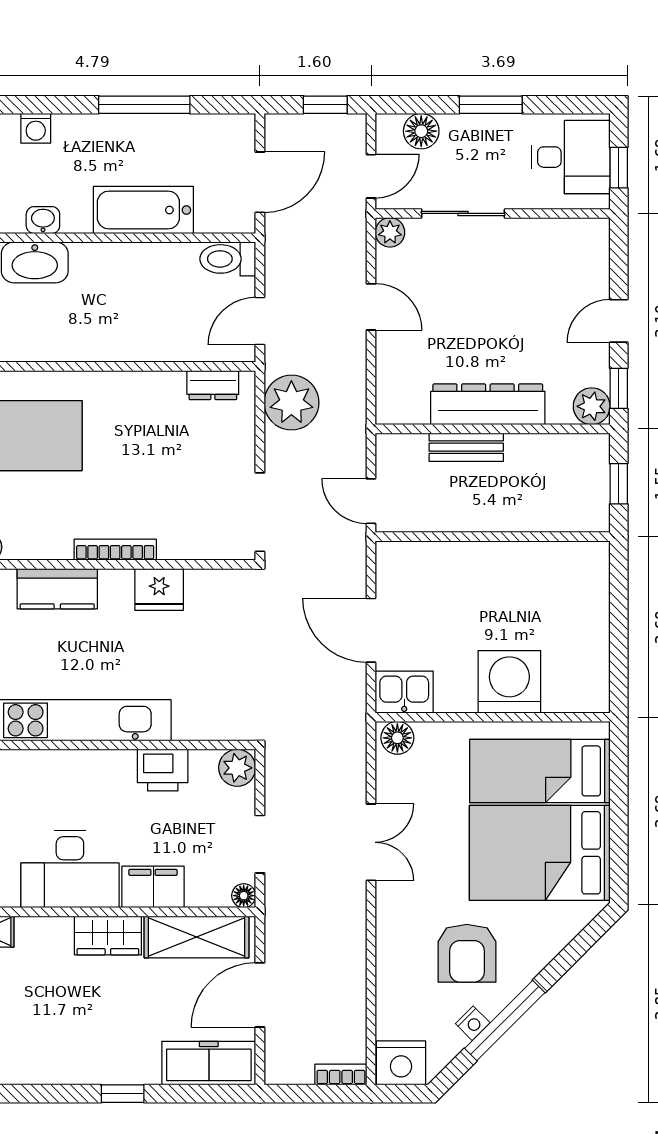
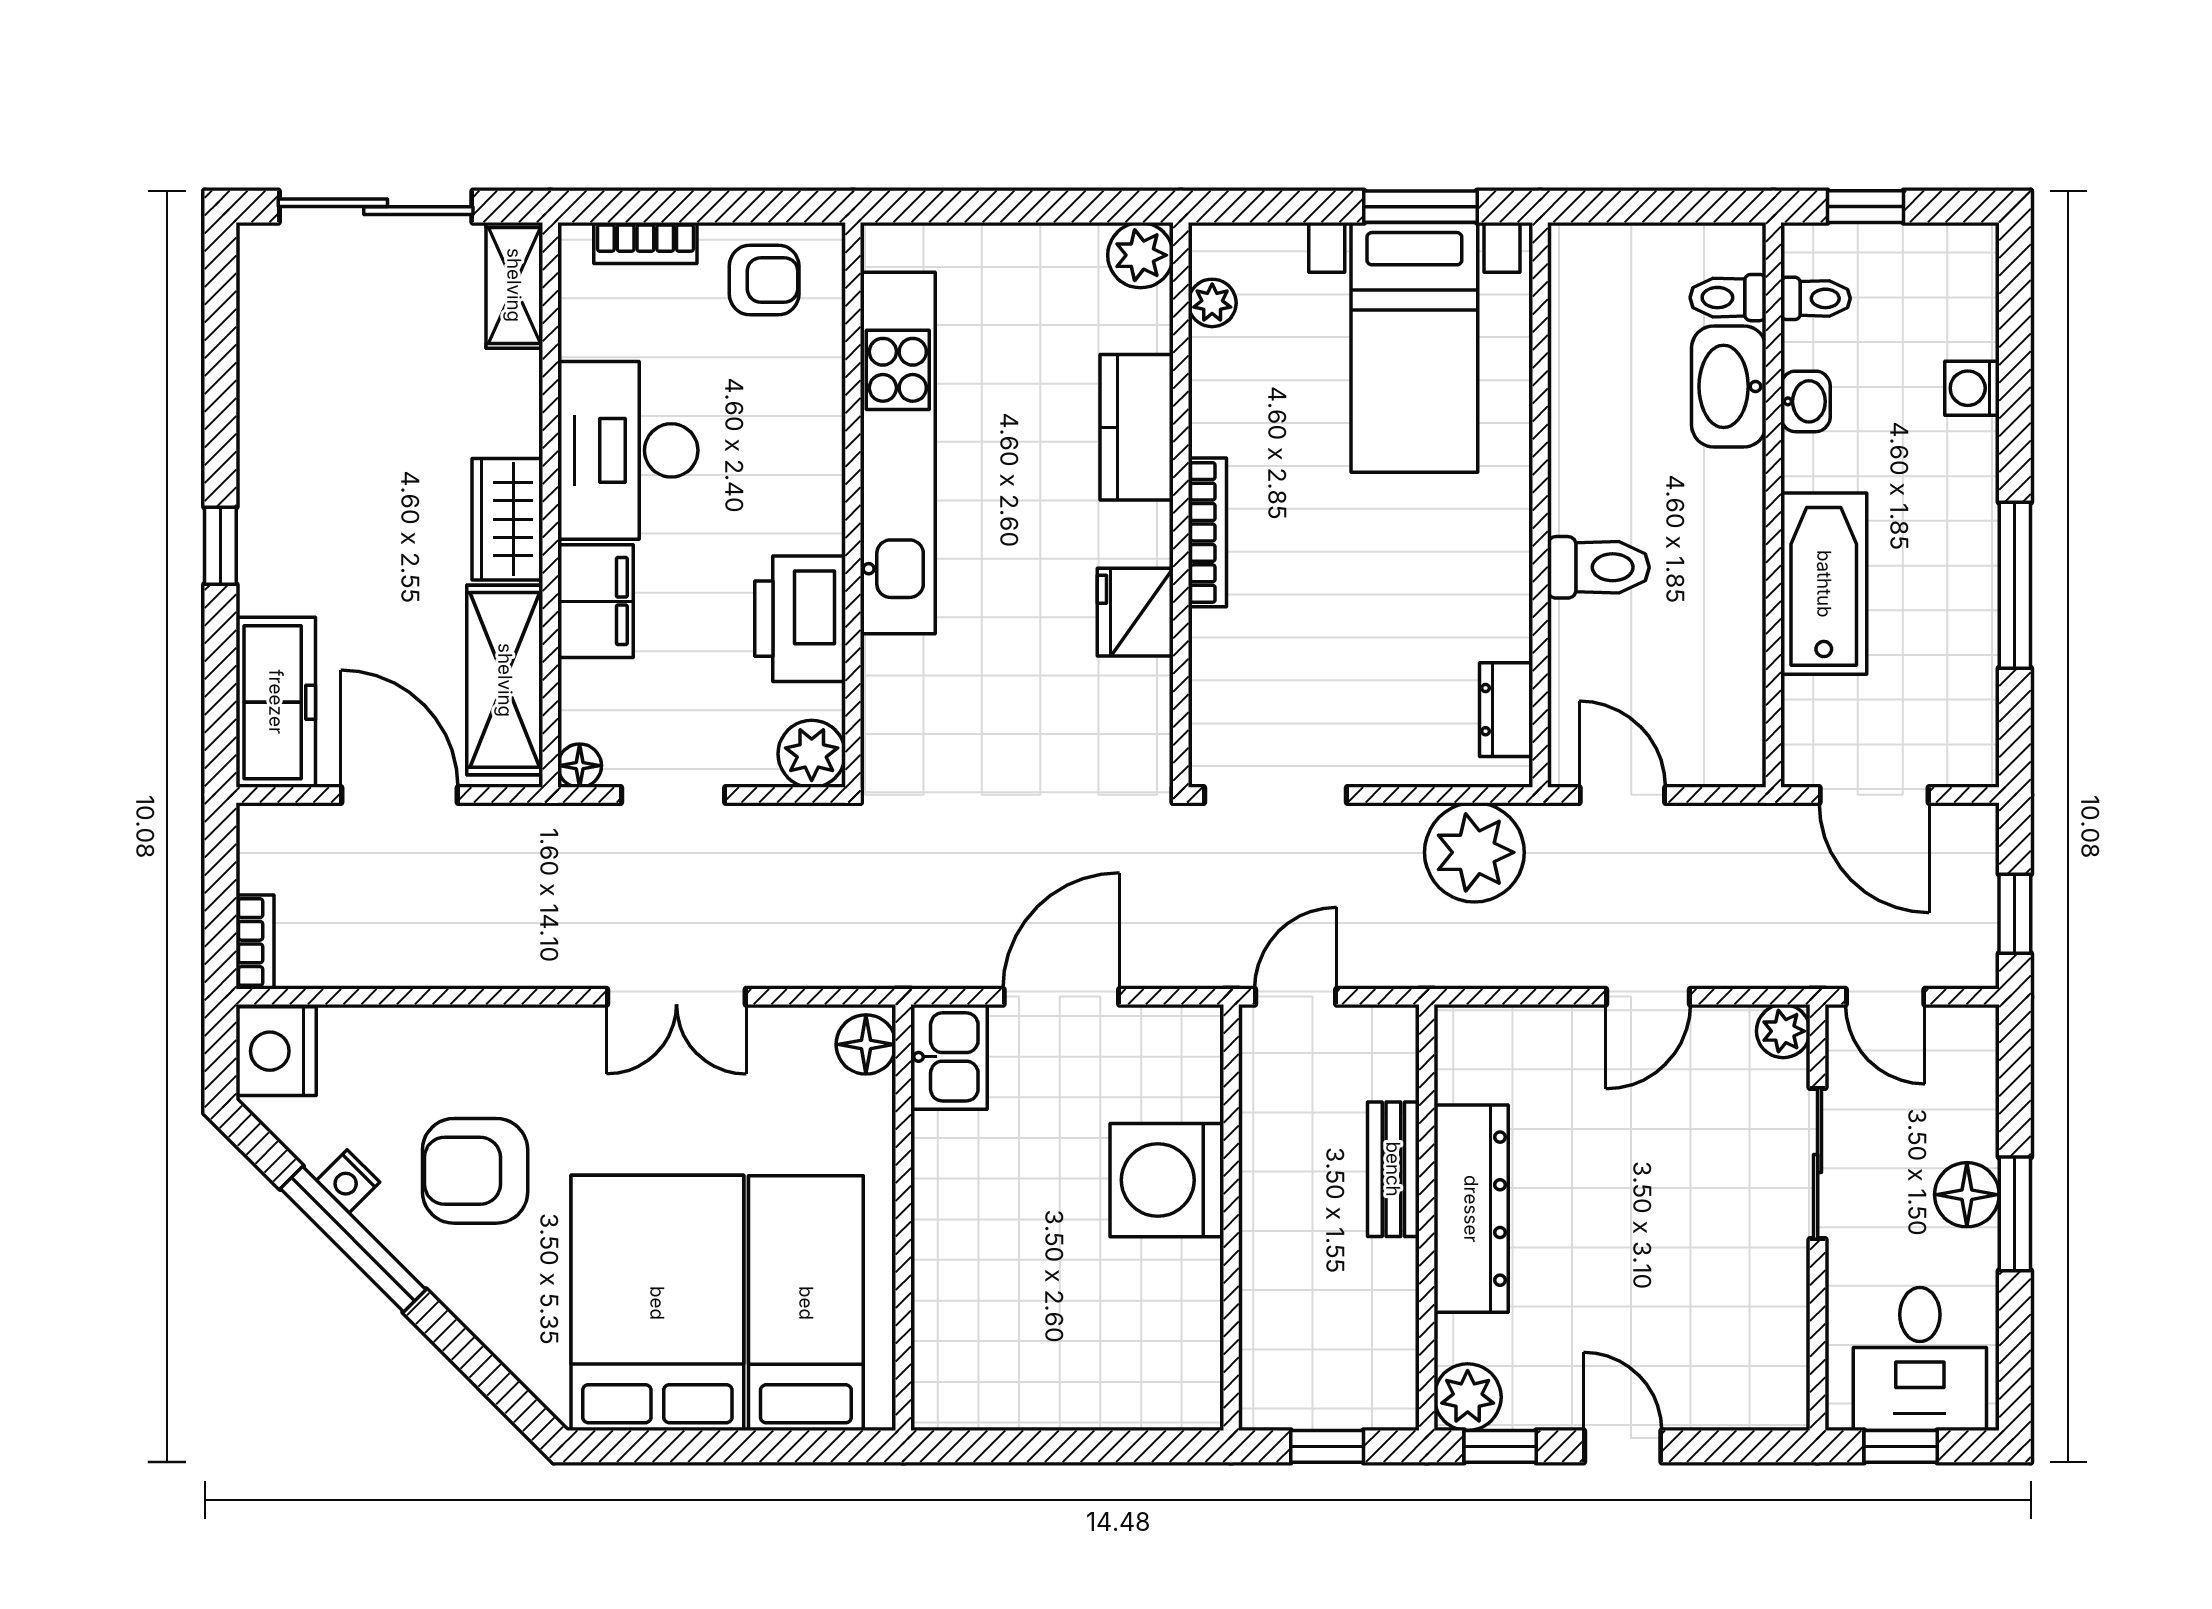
floor lamp: (421, 131) -> (1967, 1195), moved
toilet: (228, 259) -> (1598, 567), moved, turned 90
washing machine: (509, 682) -> (1167, 1180), moved, turned 180
printer: (163, 770) -> (800, 619), width x1.37, depth x1.19

